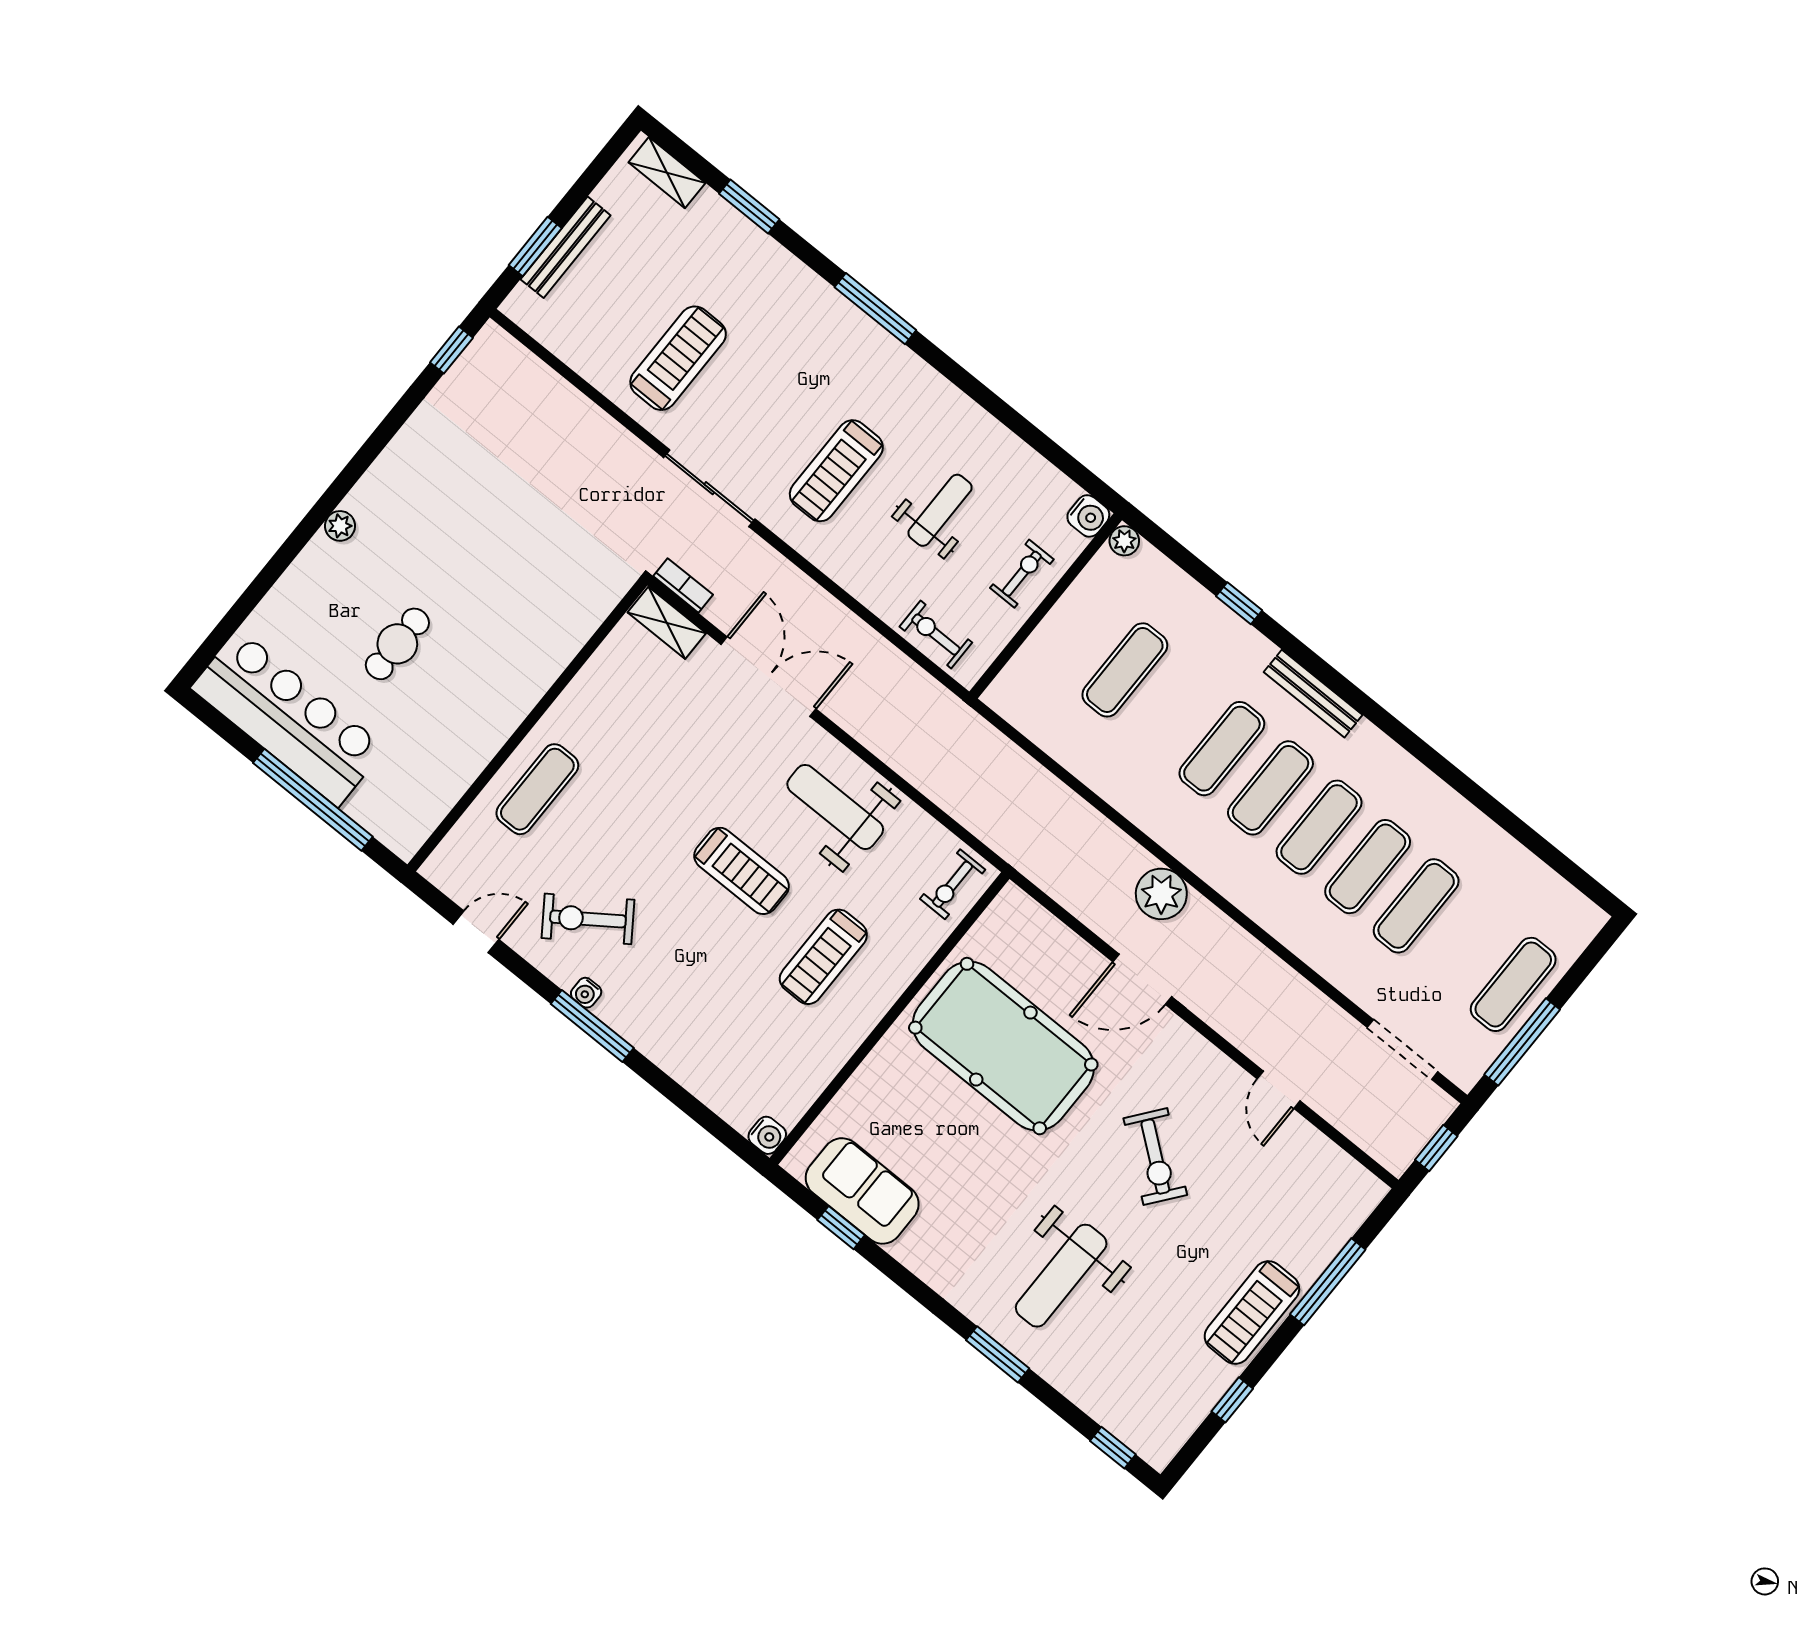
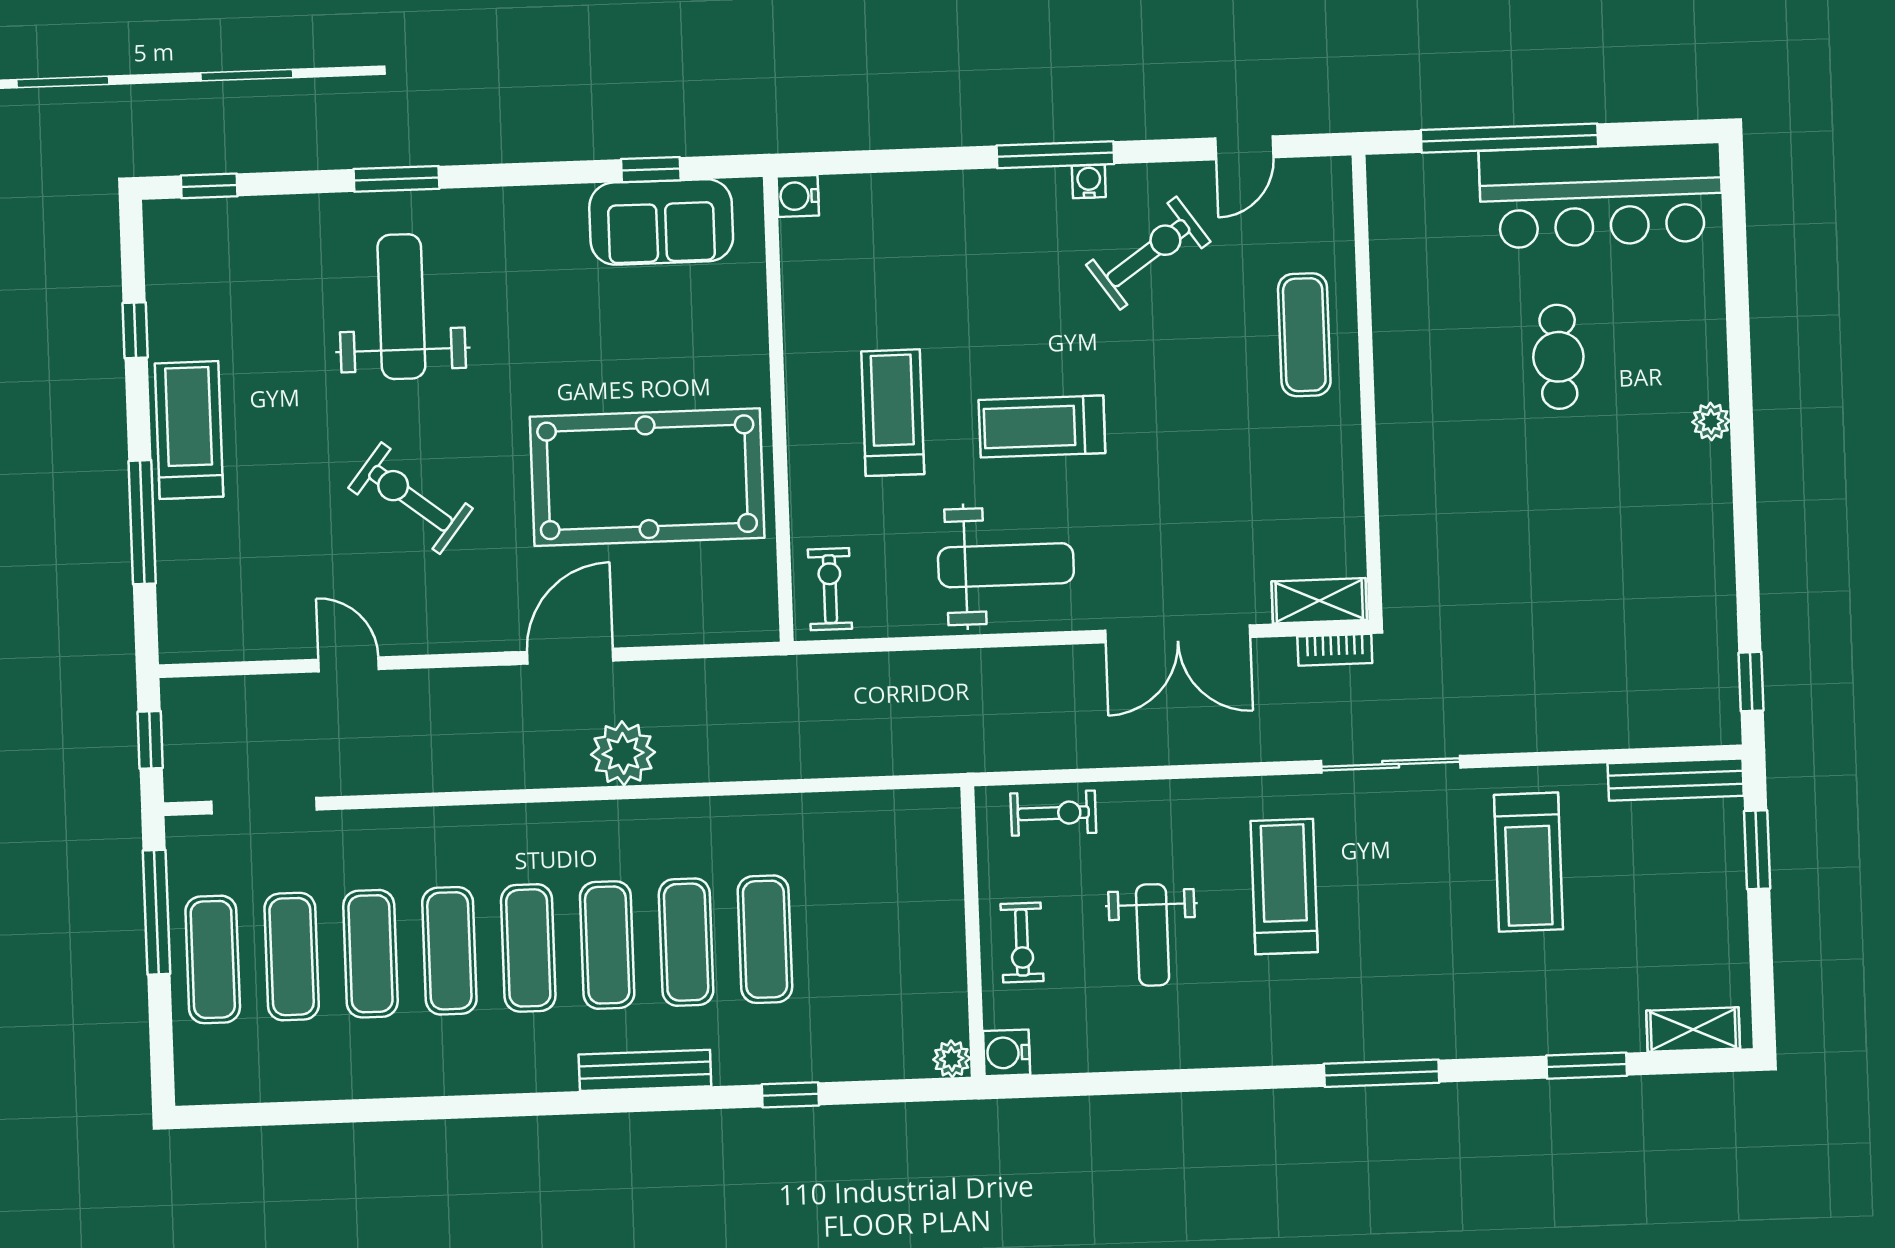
bench: (566, 247) -> (1676, 780), moved, turned 90
exercise mat: (1125, 670) -> (765, 939), moved
exercise mat: (1465, 945) -> (292, 957), added

